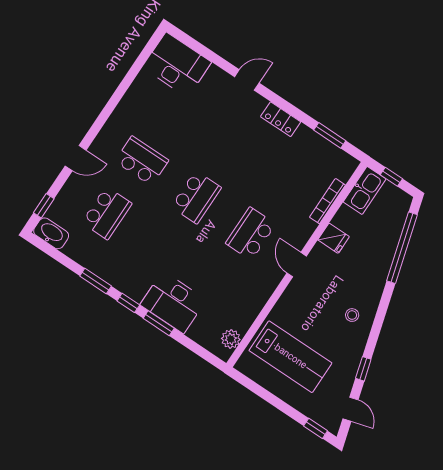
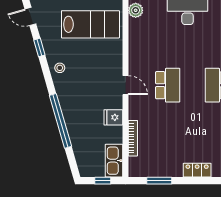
window: (402, 248) -> (60, 121), moved
stool: (352, 315) -> (60, 68), moved
lab bench: (290, 357) -> (90, 24), turned 180

